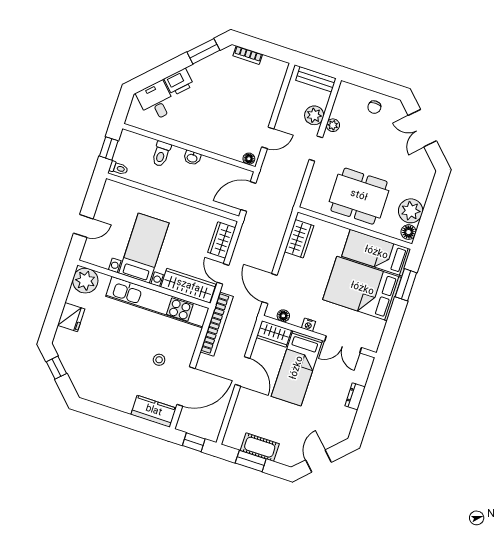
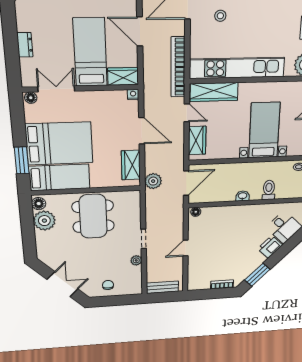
plant: (314, 115) -> (153, 181), moved
door: (268, 138) -> (186, 248), moved
dining table: (359, 196) -> (93, 216), turned 90
bed with nightstands: (144, 248) -> (264, 130), moved, turned 180
door: (270, 289) -> (142, 131), moved
floor lamp: (283, 316) -> (31, 98), moved
nightstand: (309, 325) -> (133, 94), moved

